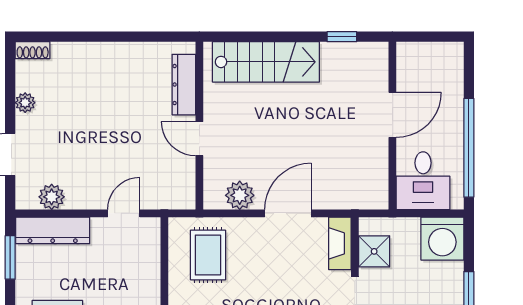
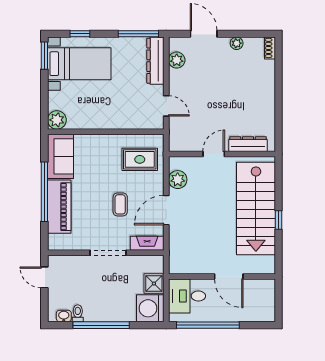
window: (342, 37) -> (278, 220), moved
stairs: (266, 62) -> (256, 209), width x1.36, depth x1.51
door: (288, 213) -> (166, 210), swing flipped
shower: (374, 251) -> (154, 284), moved
window: (10, 257) -> (138, 34), width x1.44
coffee table: (279, 286) -> (120, 204), added

